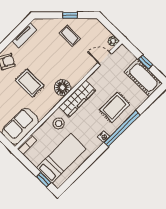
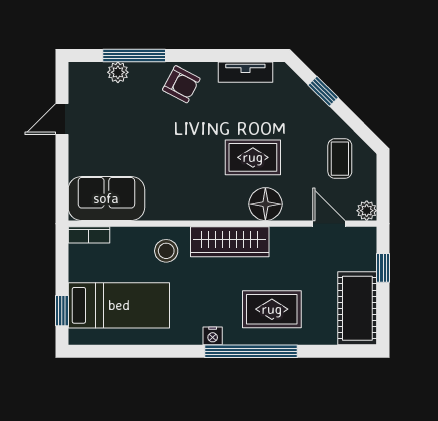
window: (70, 15) -> (323, 91), moved
coffee table: (70, 36) -> (340, 159), moved
window: (146, 62) -> (383, 268), moved
rug: (30, 83) -> (253, 157), moved, turned 90
floor lamp: (62, 88) -> (265, 204), moved

